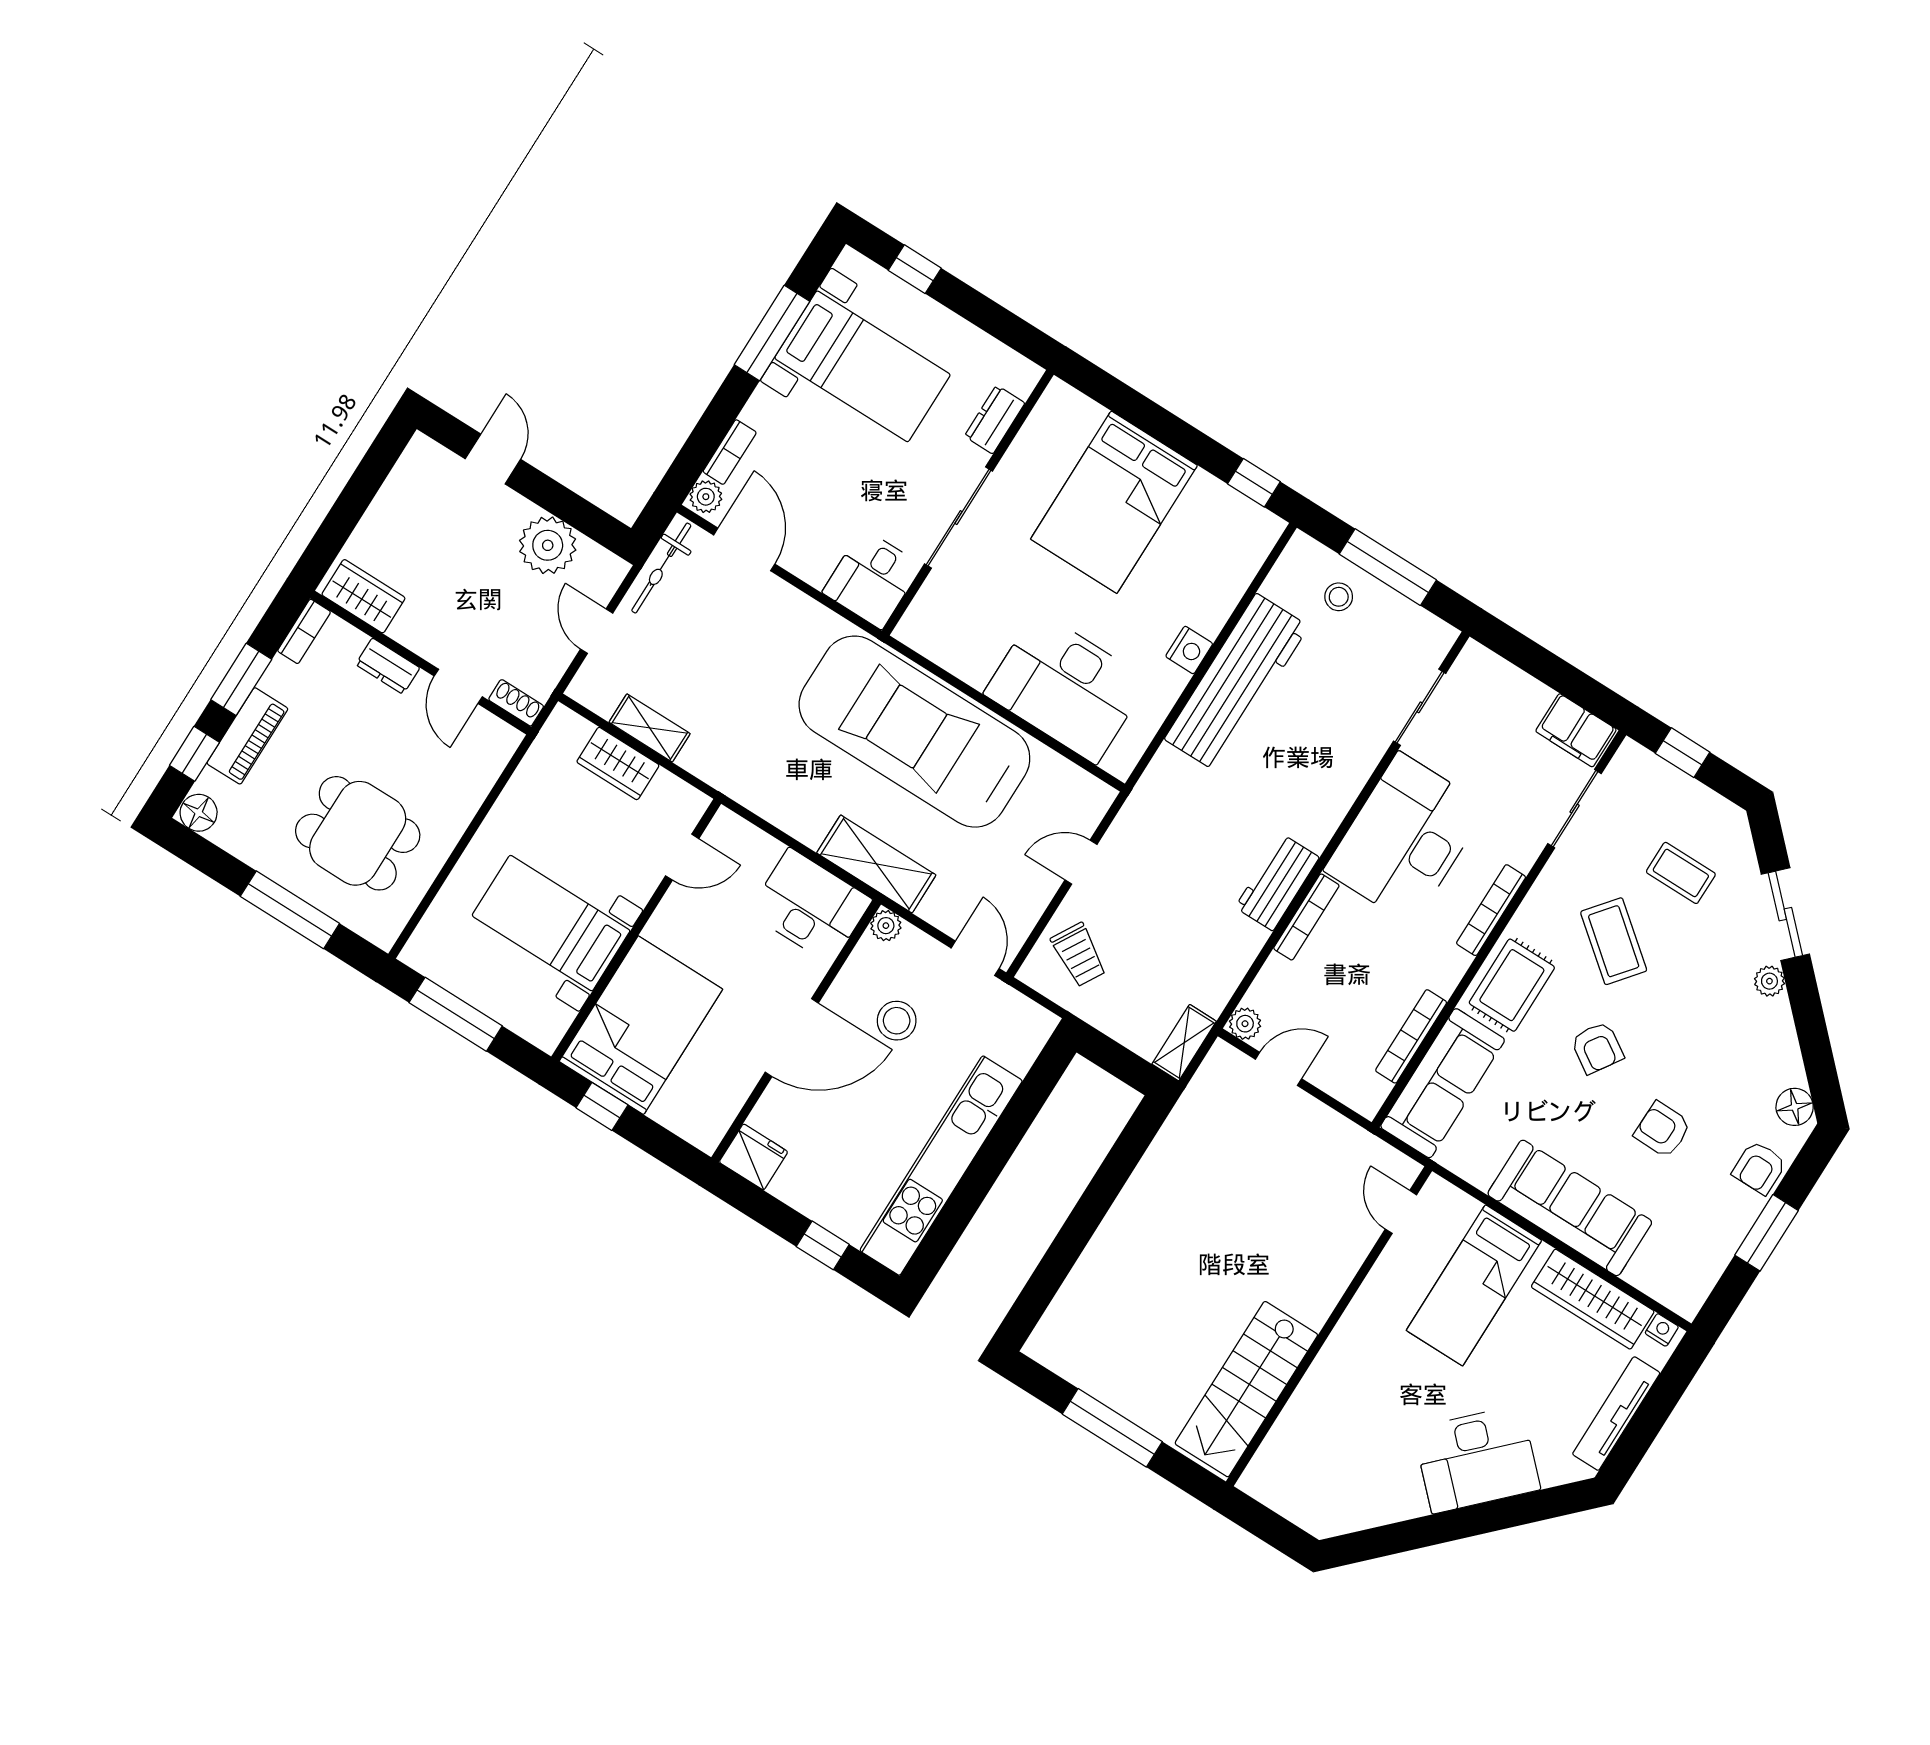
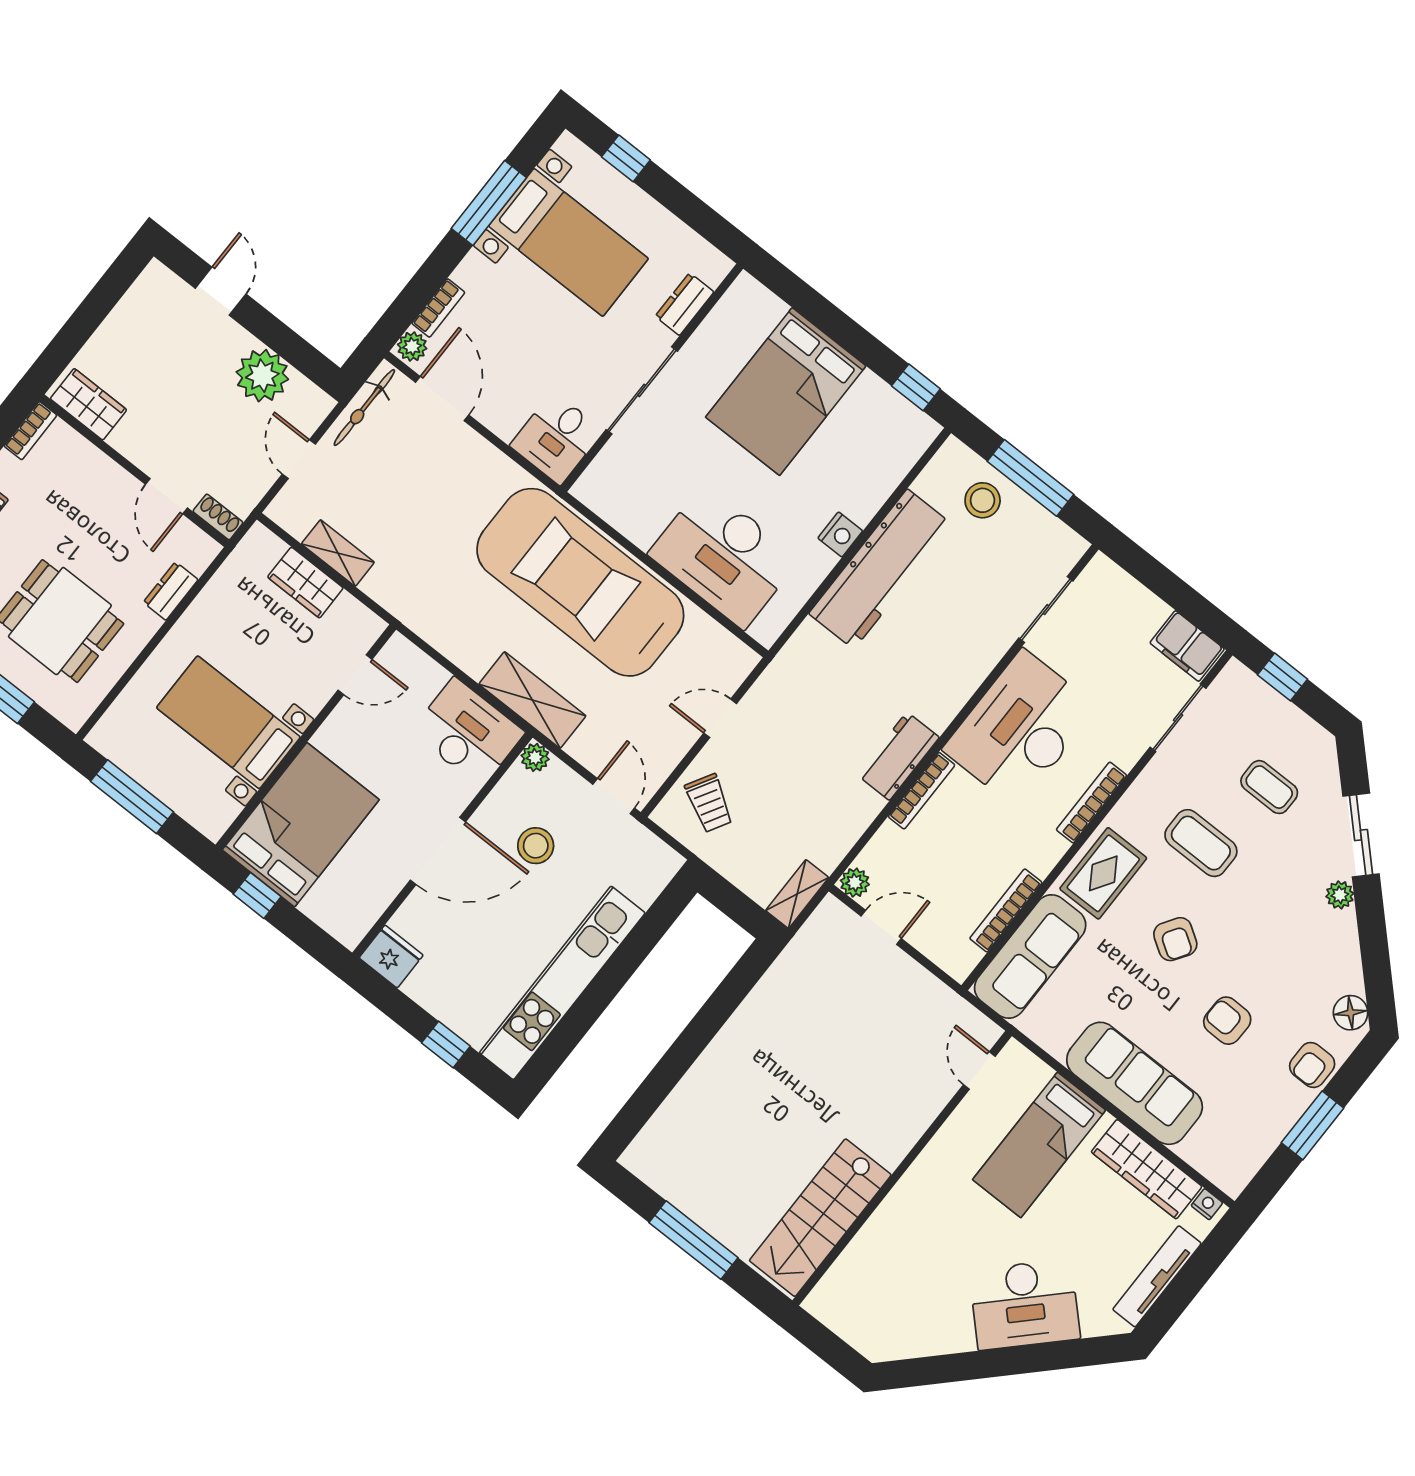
stool: (1339, 597) -> (983, 500), width x1.37, depth x1.37
dresser: (388, 666) -> (171, 591), moved, turned 90
coffee table: (1614, 941) -> (1201, 843), turned -39

